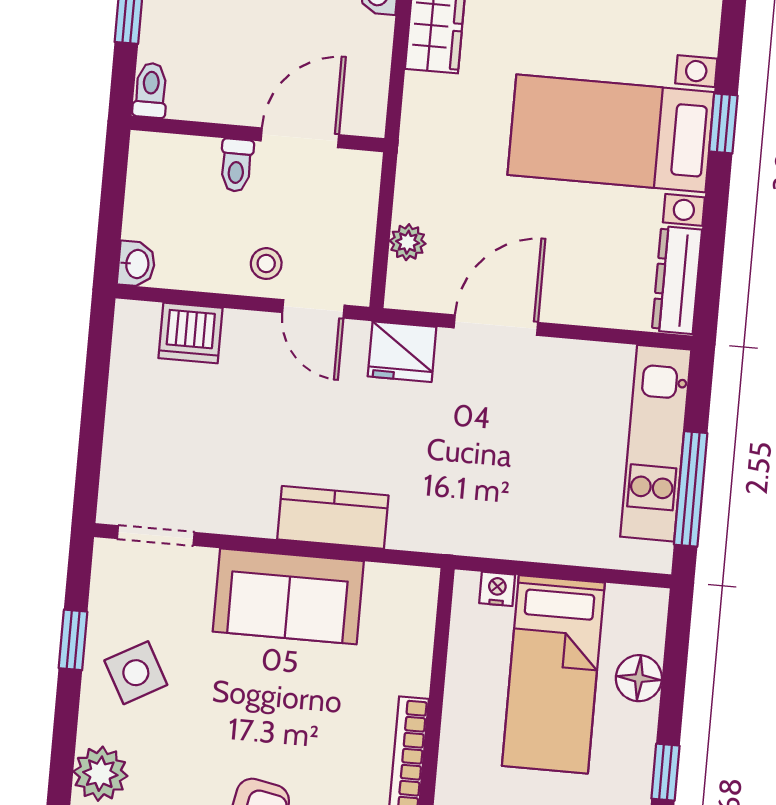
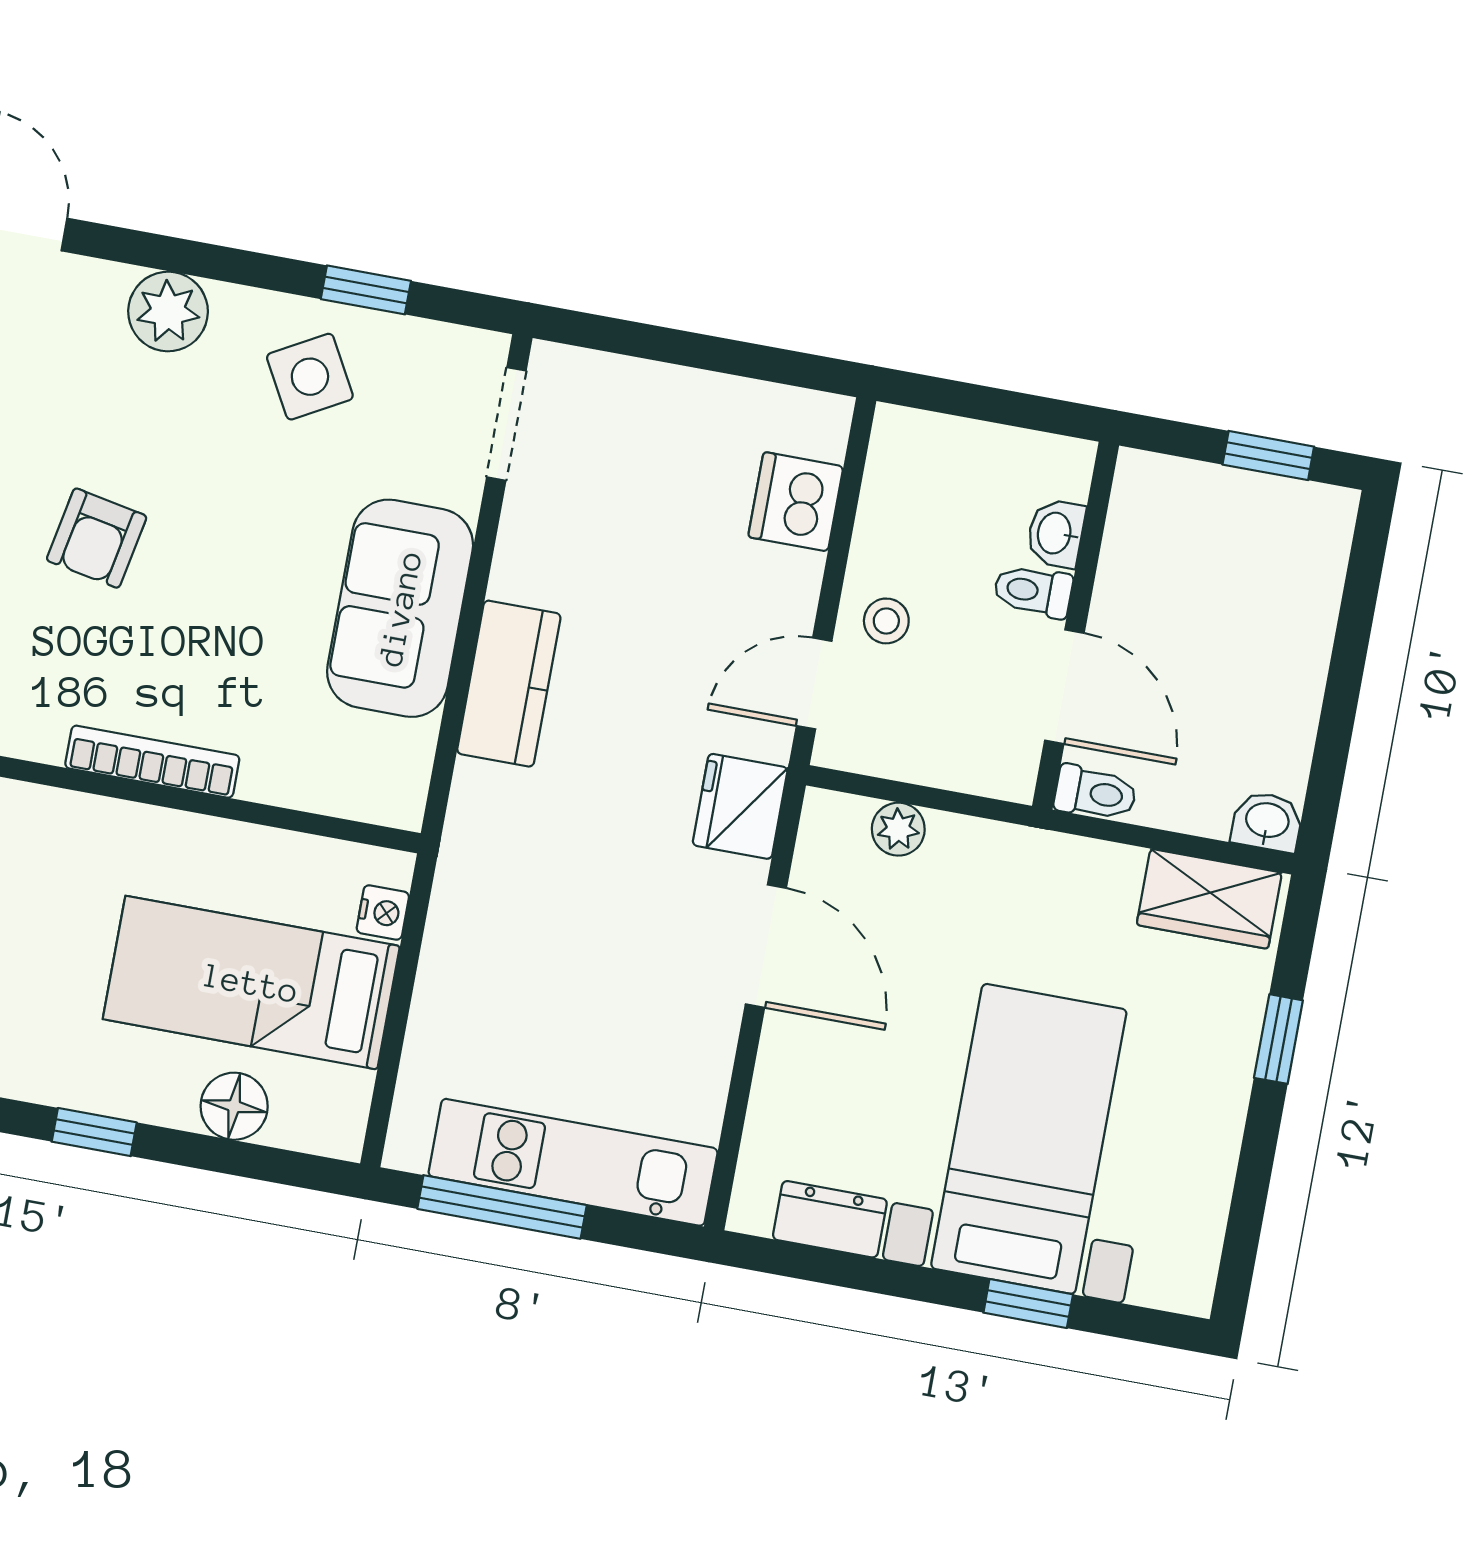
toilet: (151, 90) -> (1095, 793), moved
washbasin: (136, 264) -> (1056, 533), moved, turned 90
dresser: (677, 280) -> (830, 1219), width x0.70

